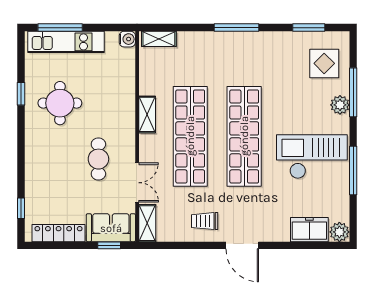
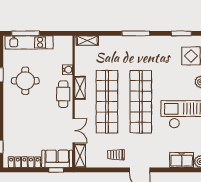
water cooler: (127, 39) -> (68, 70), moved
cafe table: (98, 159) -> (63, 94), moved

